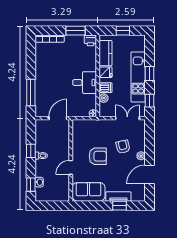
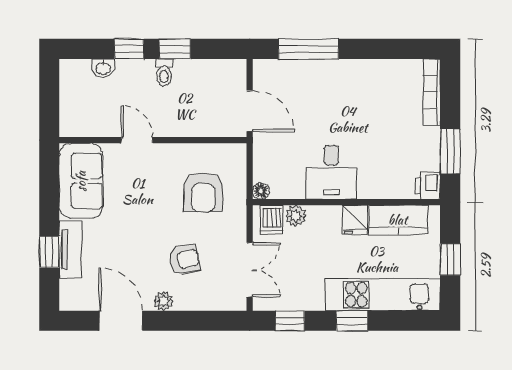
kitchen unit: (138, 77) -> (383, 295), moved
dishwasher: (106, 88) -> (272, 220), moved
armchair: (98, 156) -> (203, 192), moved
window: (31, 185) -> (129, 49), moved

